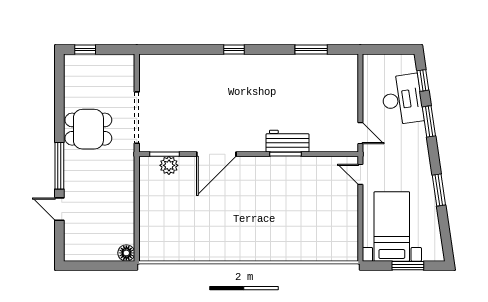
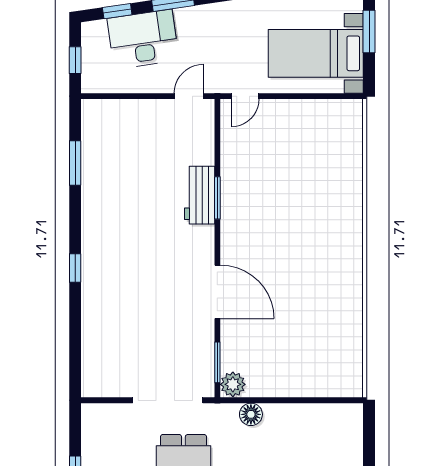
window: (387, 50) -> (75, 60), added
plant: (169, 165) -> (233, 384), moved
floor lamp: (126, 253) -> (251, 414), moved

